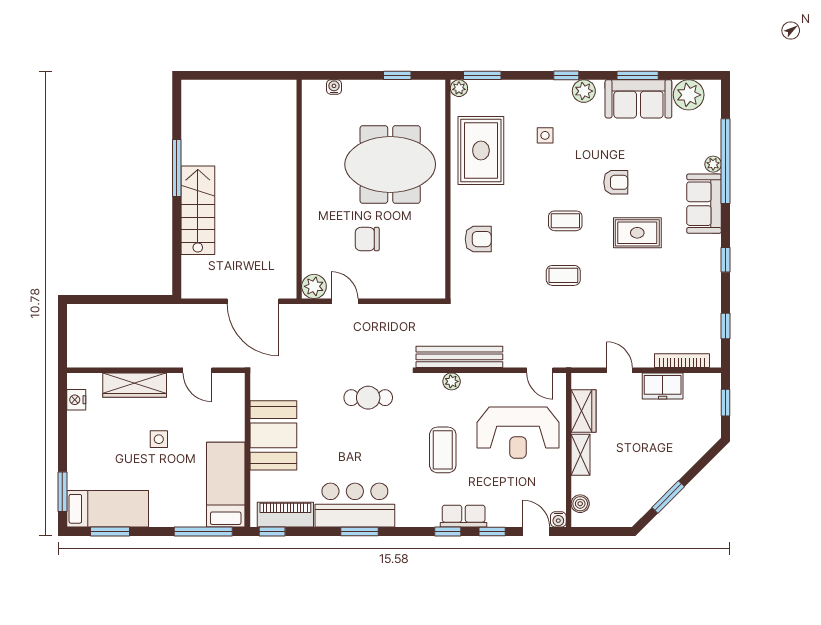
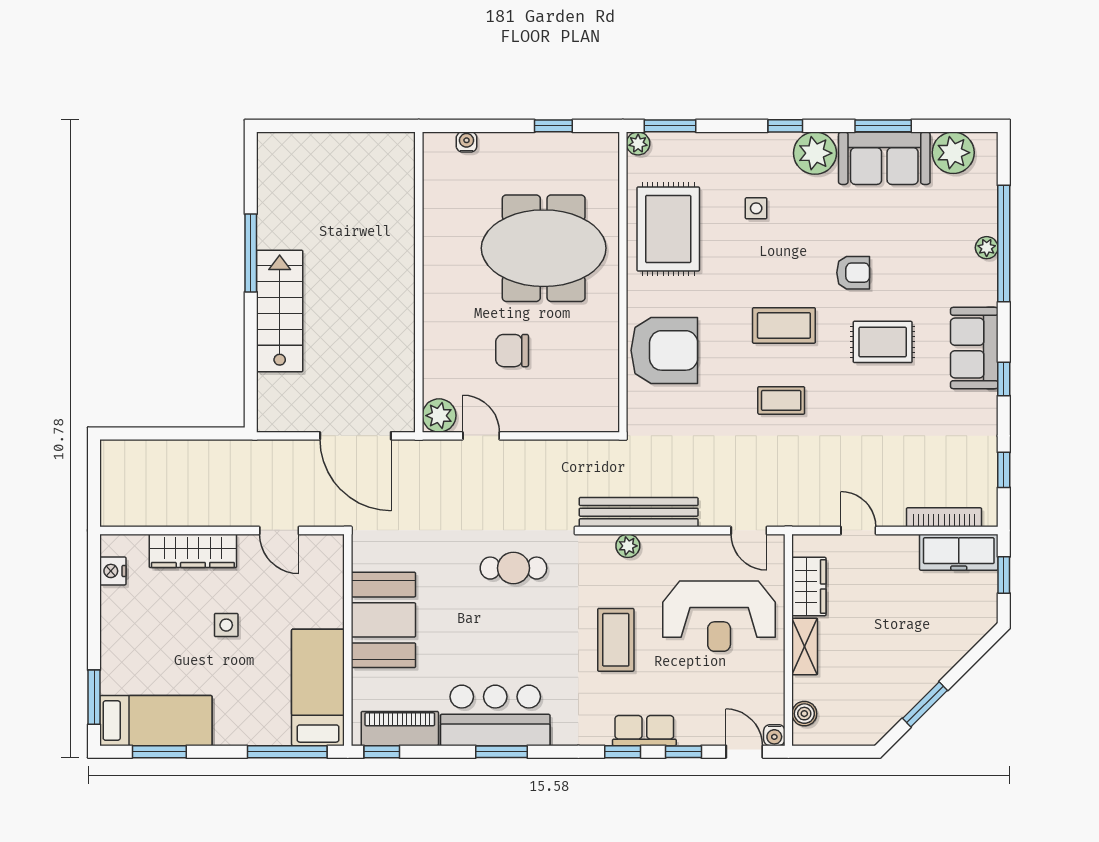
plant: (584, 91) -> (815, 153), width x1.36, depth x1.36
sofa: (704, 204) -> (974, 348), moved
coffee table: (565, 221) -> (784, 325), width x1.36, depth x1.30
armchair: (478, 239) -> (664, 350), width x1.88, depth x1.88
freezer: (663, 386) -> (959, 552), moved, width x1.40

